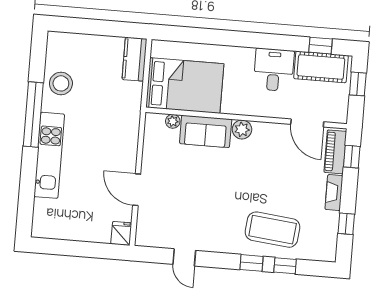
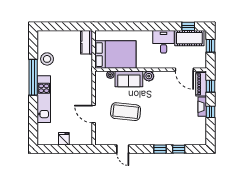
window: (346, 224) -> (210, 112), moved
coffee table: (273, 230) -> (126, 112), moved
fridge: (121, 233) -> (64, 139), moved

